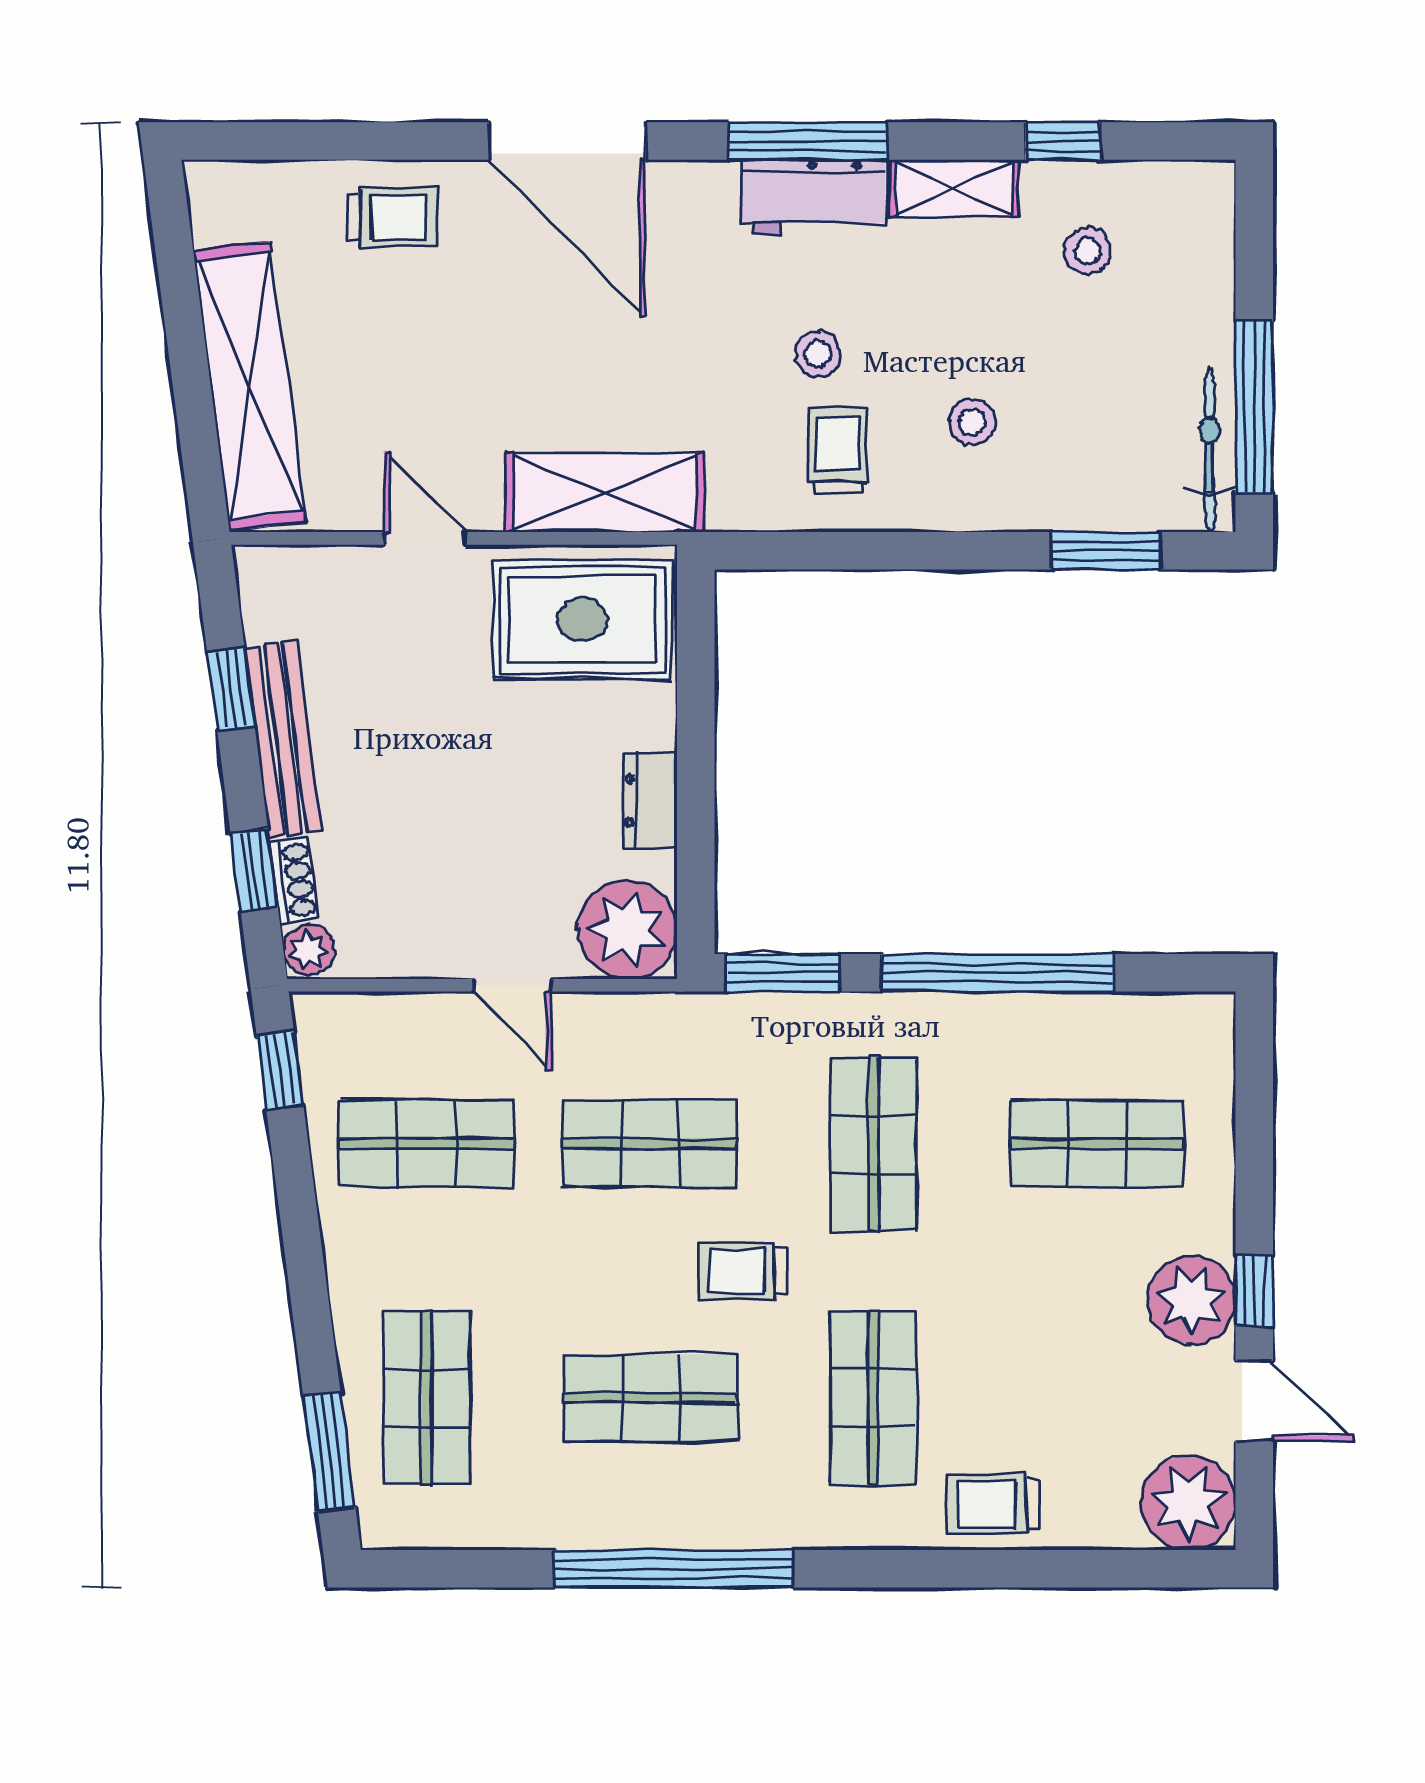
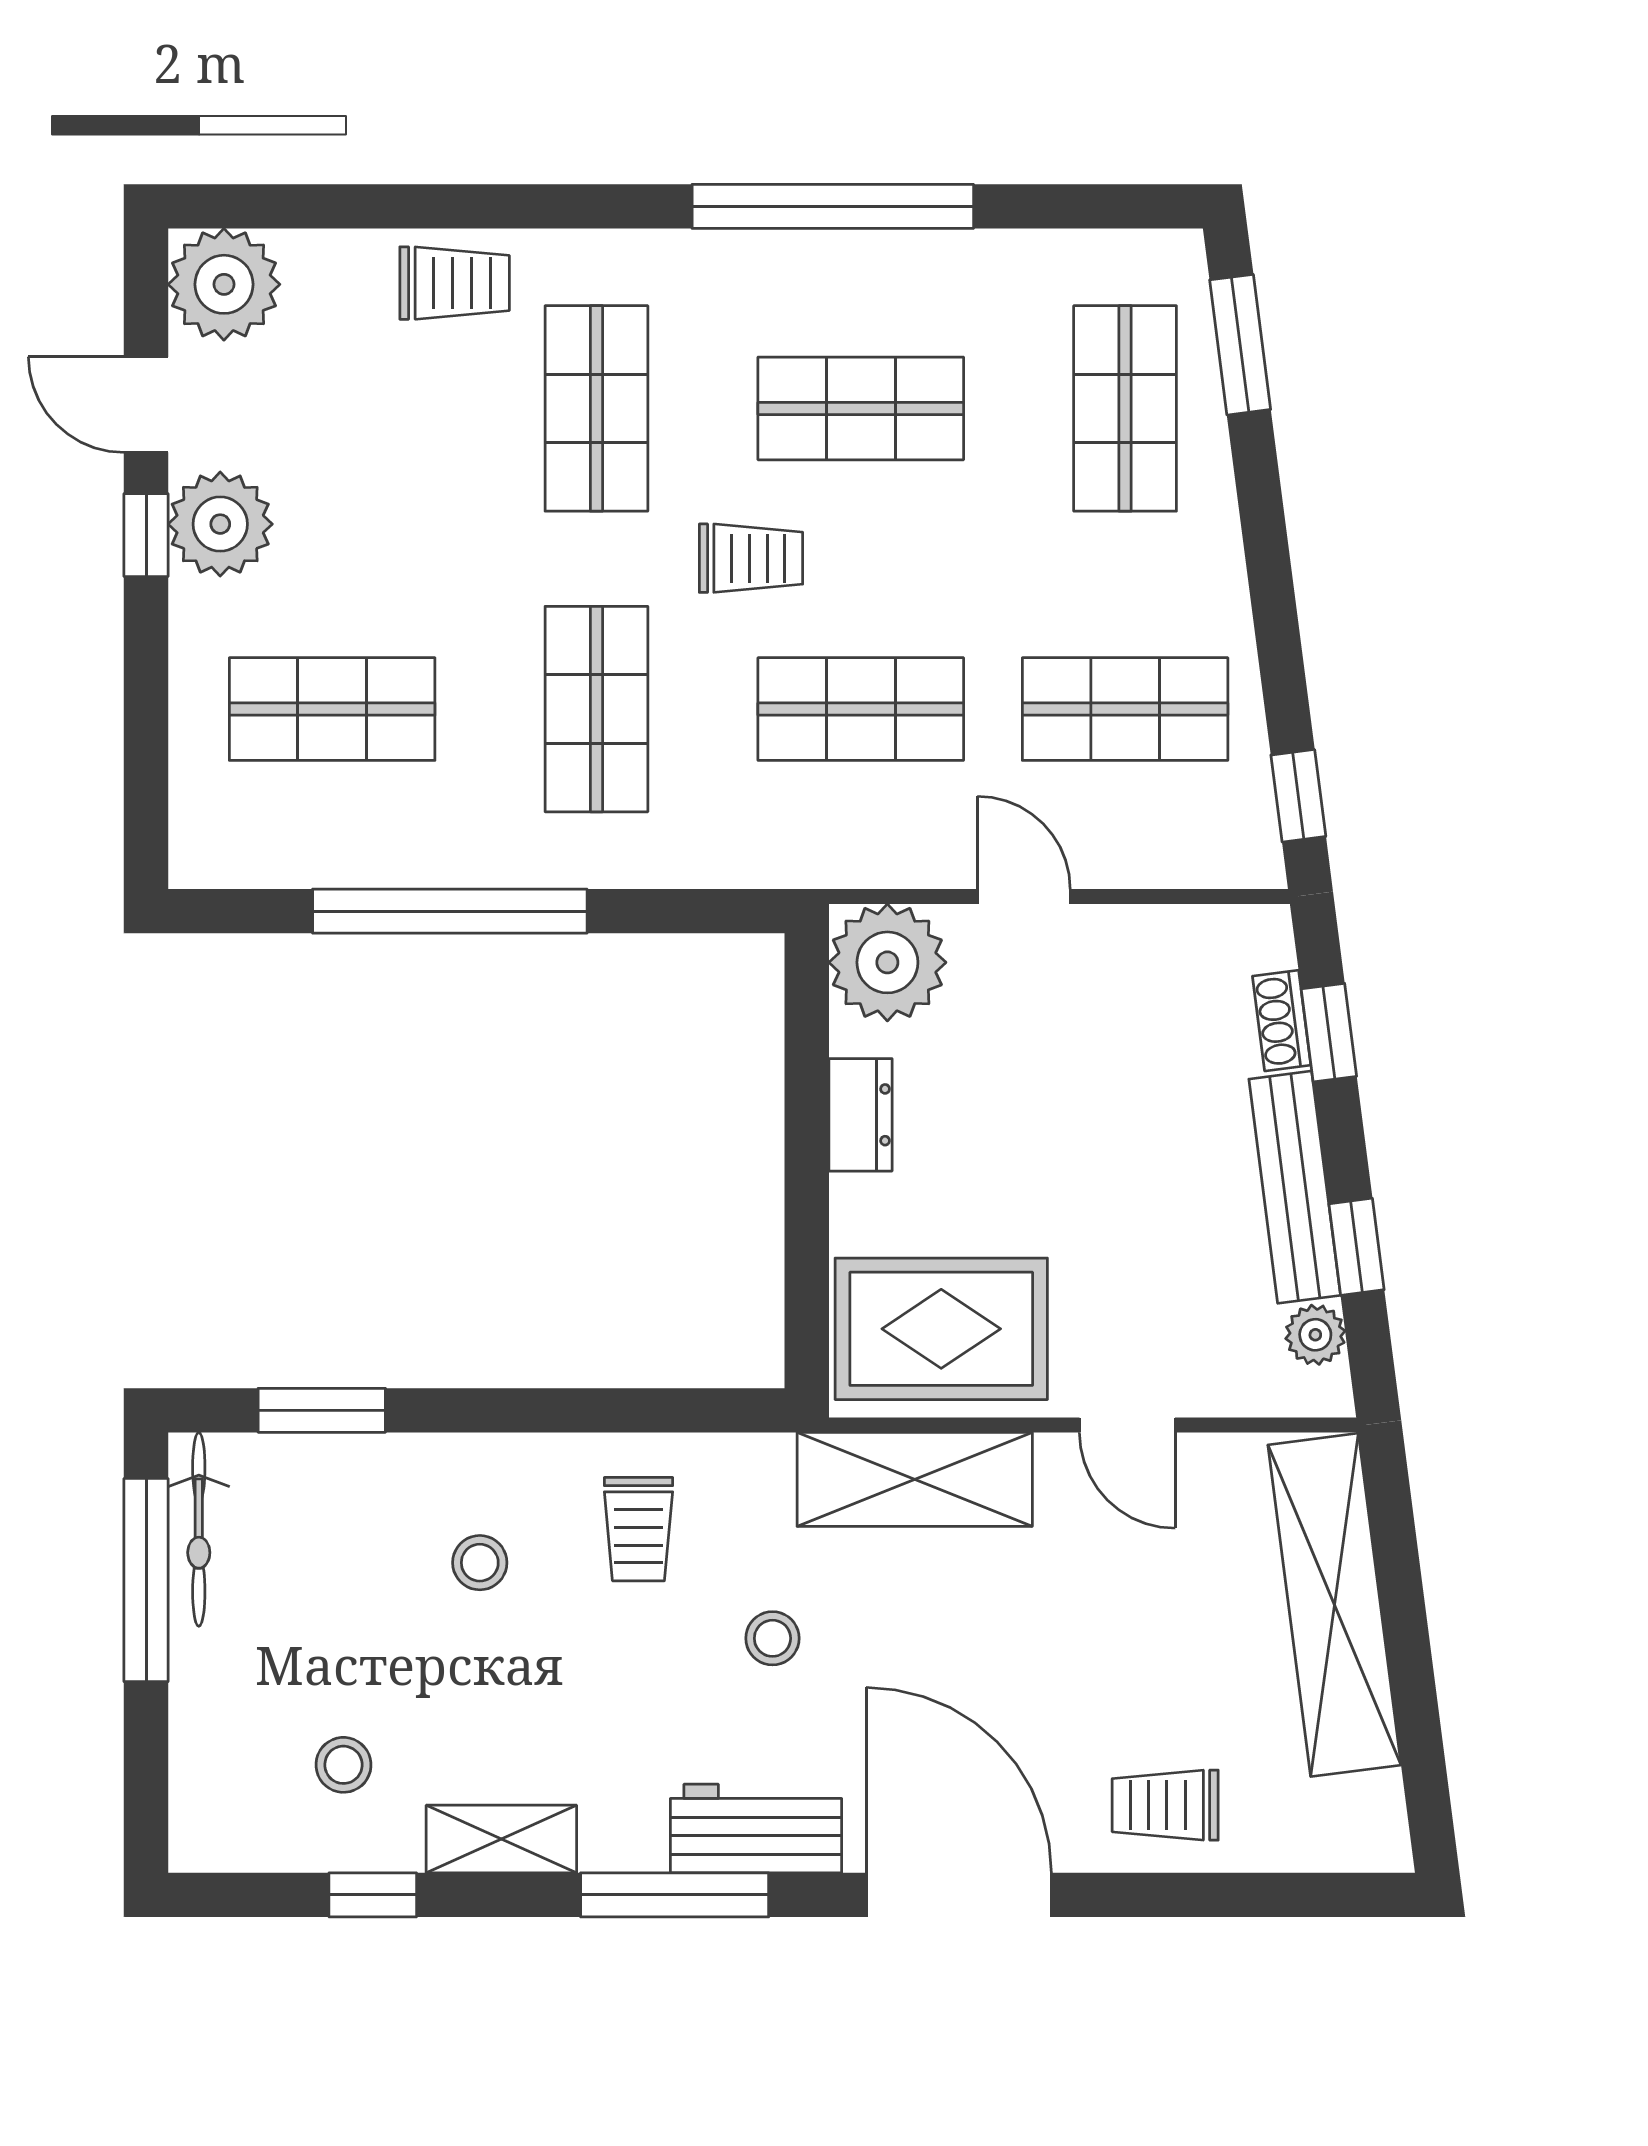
workbench: (813, 197) -> (756, 1829), moved
stool: (818, 354) -> (772, 1638), moved
plant: (309, 950) -> (1315, 1335), moved
window: (783, 973) -> (703, 911), removed

